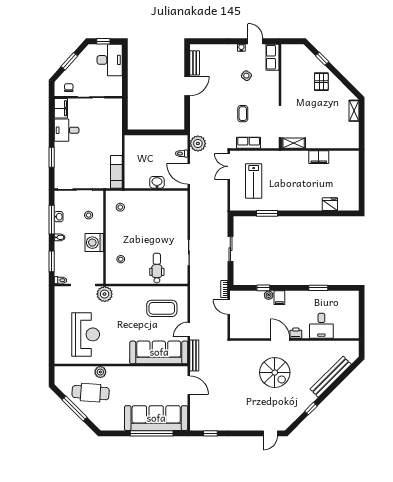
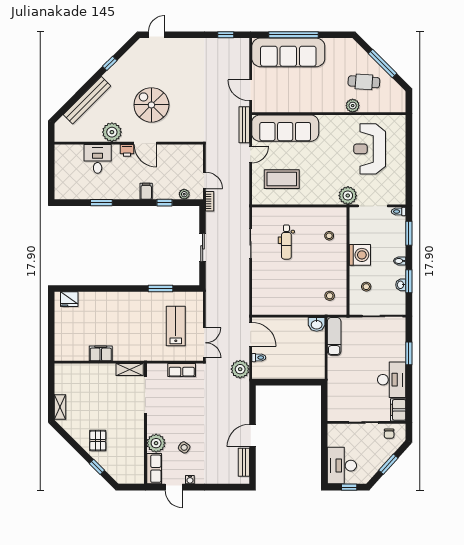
plant: (271, 79) -> (156, 443), added
coffee table: (243, 114) -> (188, 404), removed
desk: (67, 130) -> (392, 380), width x1.37
washbasin: (157, 182) -> (317, 324), moved
fridge: (330, 204) -> (69, 299), moved
window: (52, 220) -> (409, 281), width x0.69
dental chair: (157, 268) -> (286, 242), moved
plant: (269, 295) -> (184, 194), moved
plant: (309, 349) -> (112, 132), added
cafe table: (91, 393) -> (364, 82), width x0.73, depth x0.74

